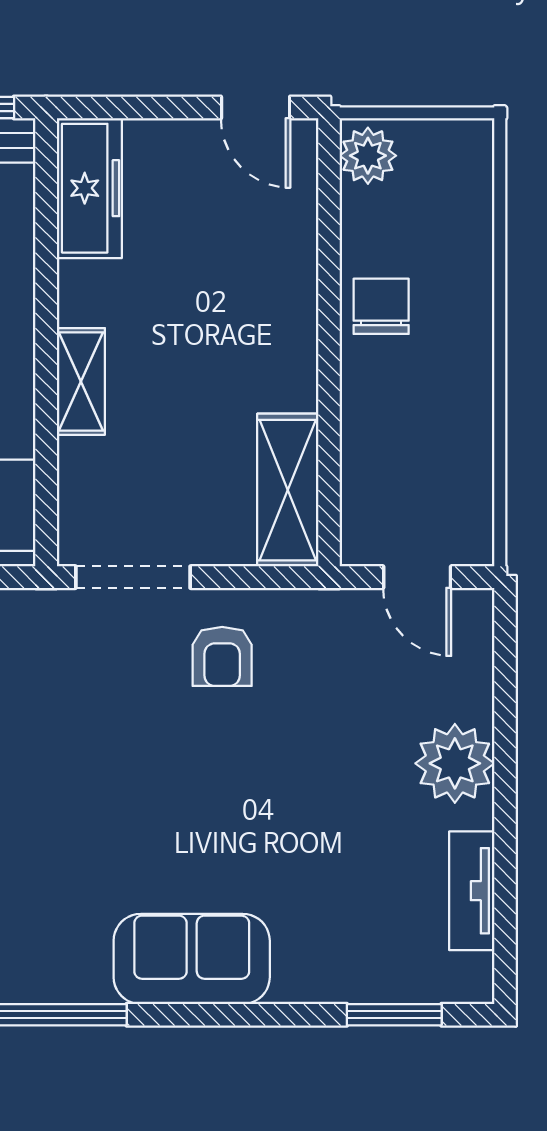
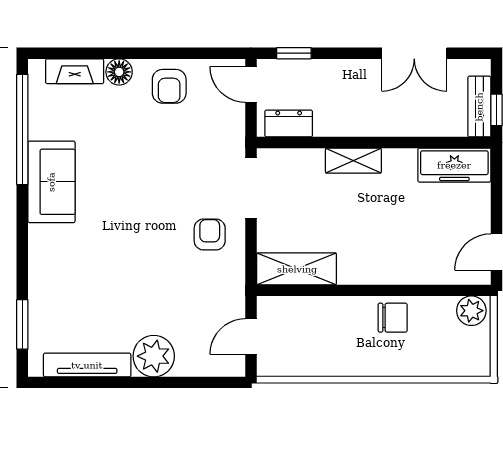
armchair: (222, 656) -> (210, 235), turned 90
tv unit: (472, 891) -> (87, 365), width x1.41
sofa: (192, 959) -> (51, 182), moved

